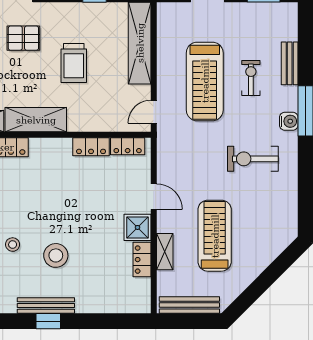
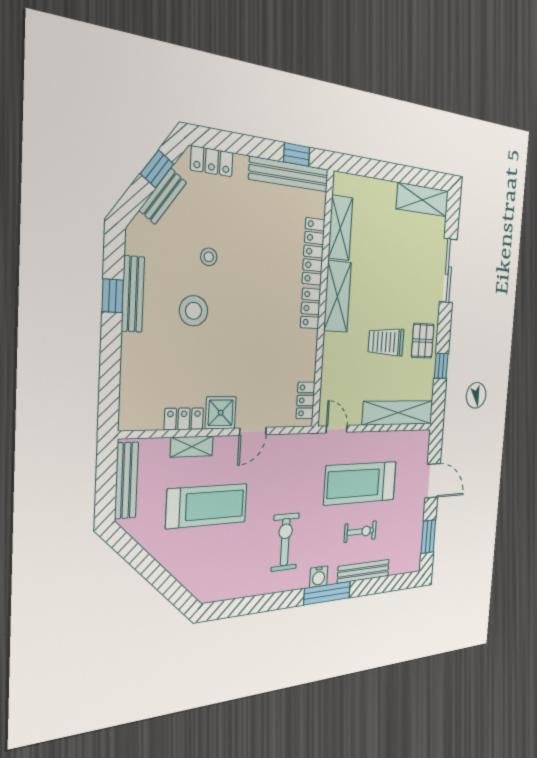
pallet: (23, 38) -> (423, 341), moved
bench: (290, 63) -> (363, 571), width x1.36
locker: (91, 147) -> (311, 308), moved

